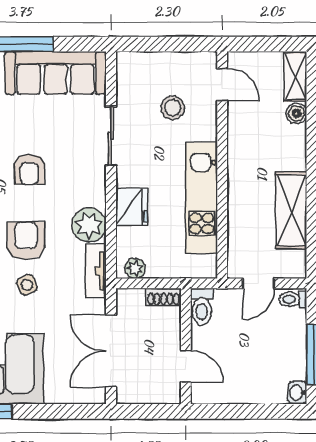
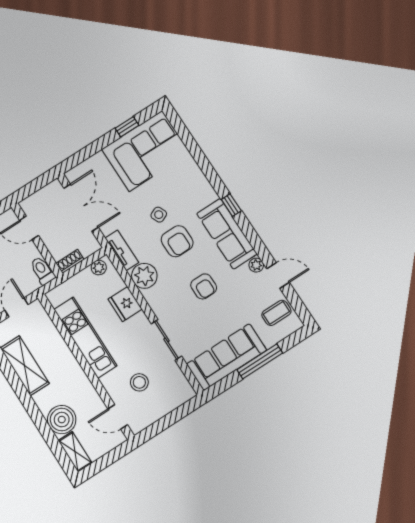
boiler: (296, 113) -> (62, 420), width x1.86, depth x1.86
armchair: (29, 169) -> (204, 286), turned 180

